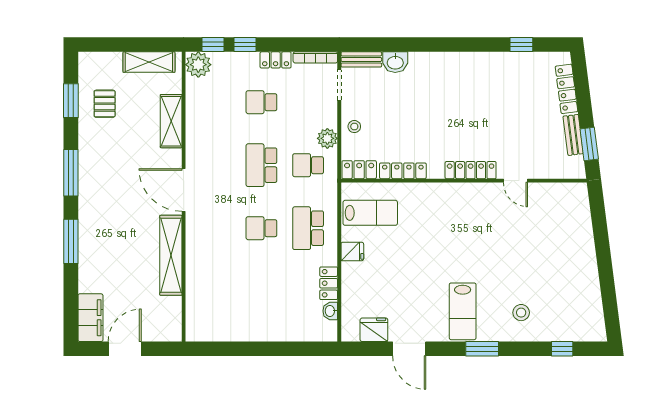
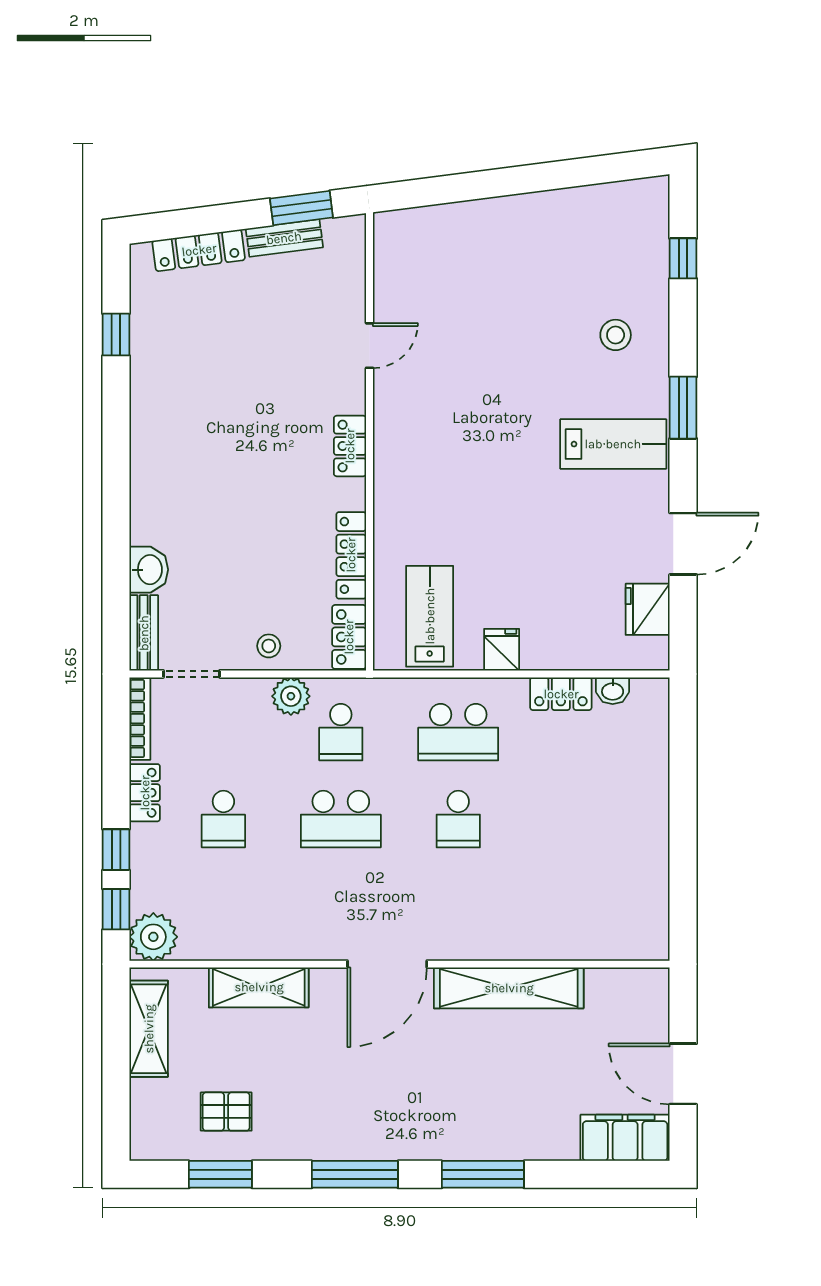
locker: (471, 170) -> (350, 446), width x0.66

